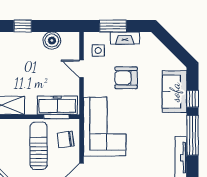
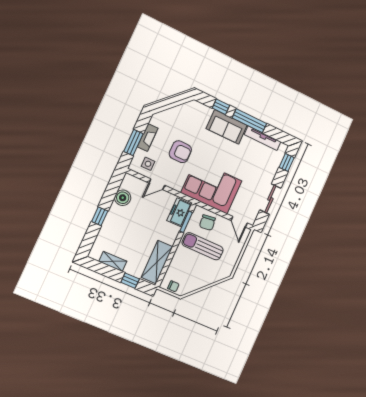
armchair: (126, 78) -> (180, 152), turned -90
sofa: (175, 92) -> (227, 127), moved
freezer: (57, 105) -> (179, 212), width x0.71

